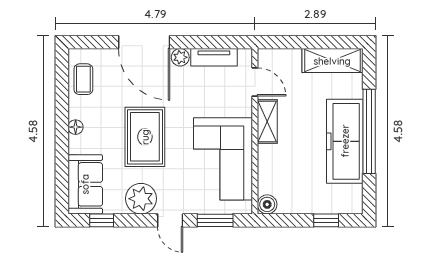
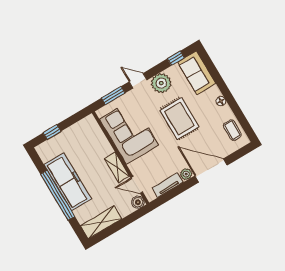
boiler: (267, 204) -> (138, 202), moved

